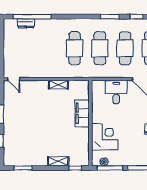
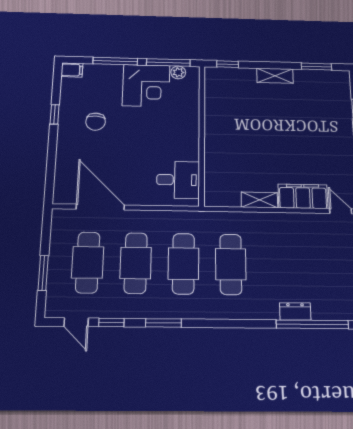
dresser: (26, 23) -> (295, 311), moved
desk: (116, 92) -> (178, 180), moved, turned -90
filing cabinet: (82, 113) -> (303, 196), moved, turned -90
corner desk: (105, 137) -> (146, 86), moved, turned -90
shelving: (58, 161) -> (275, 76), moved

